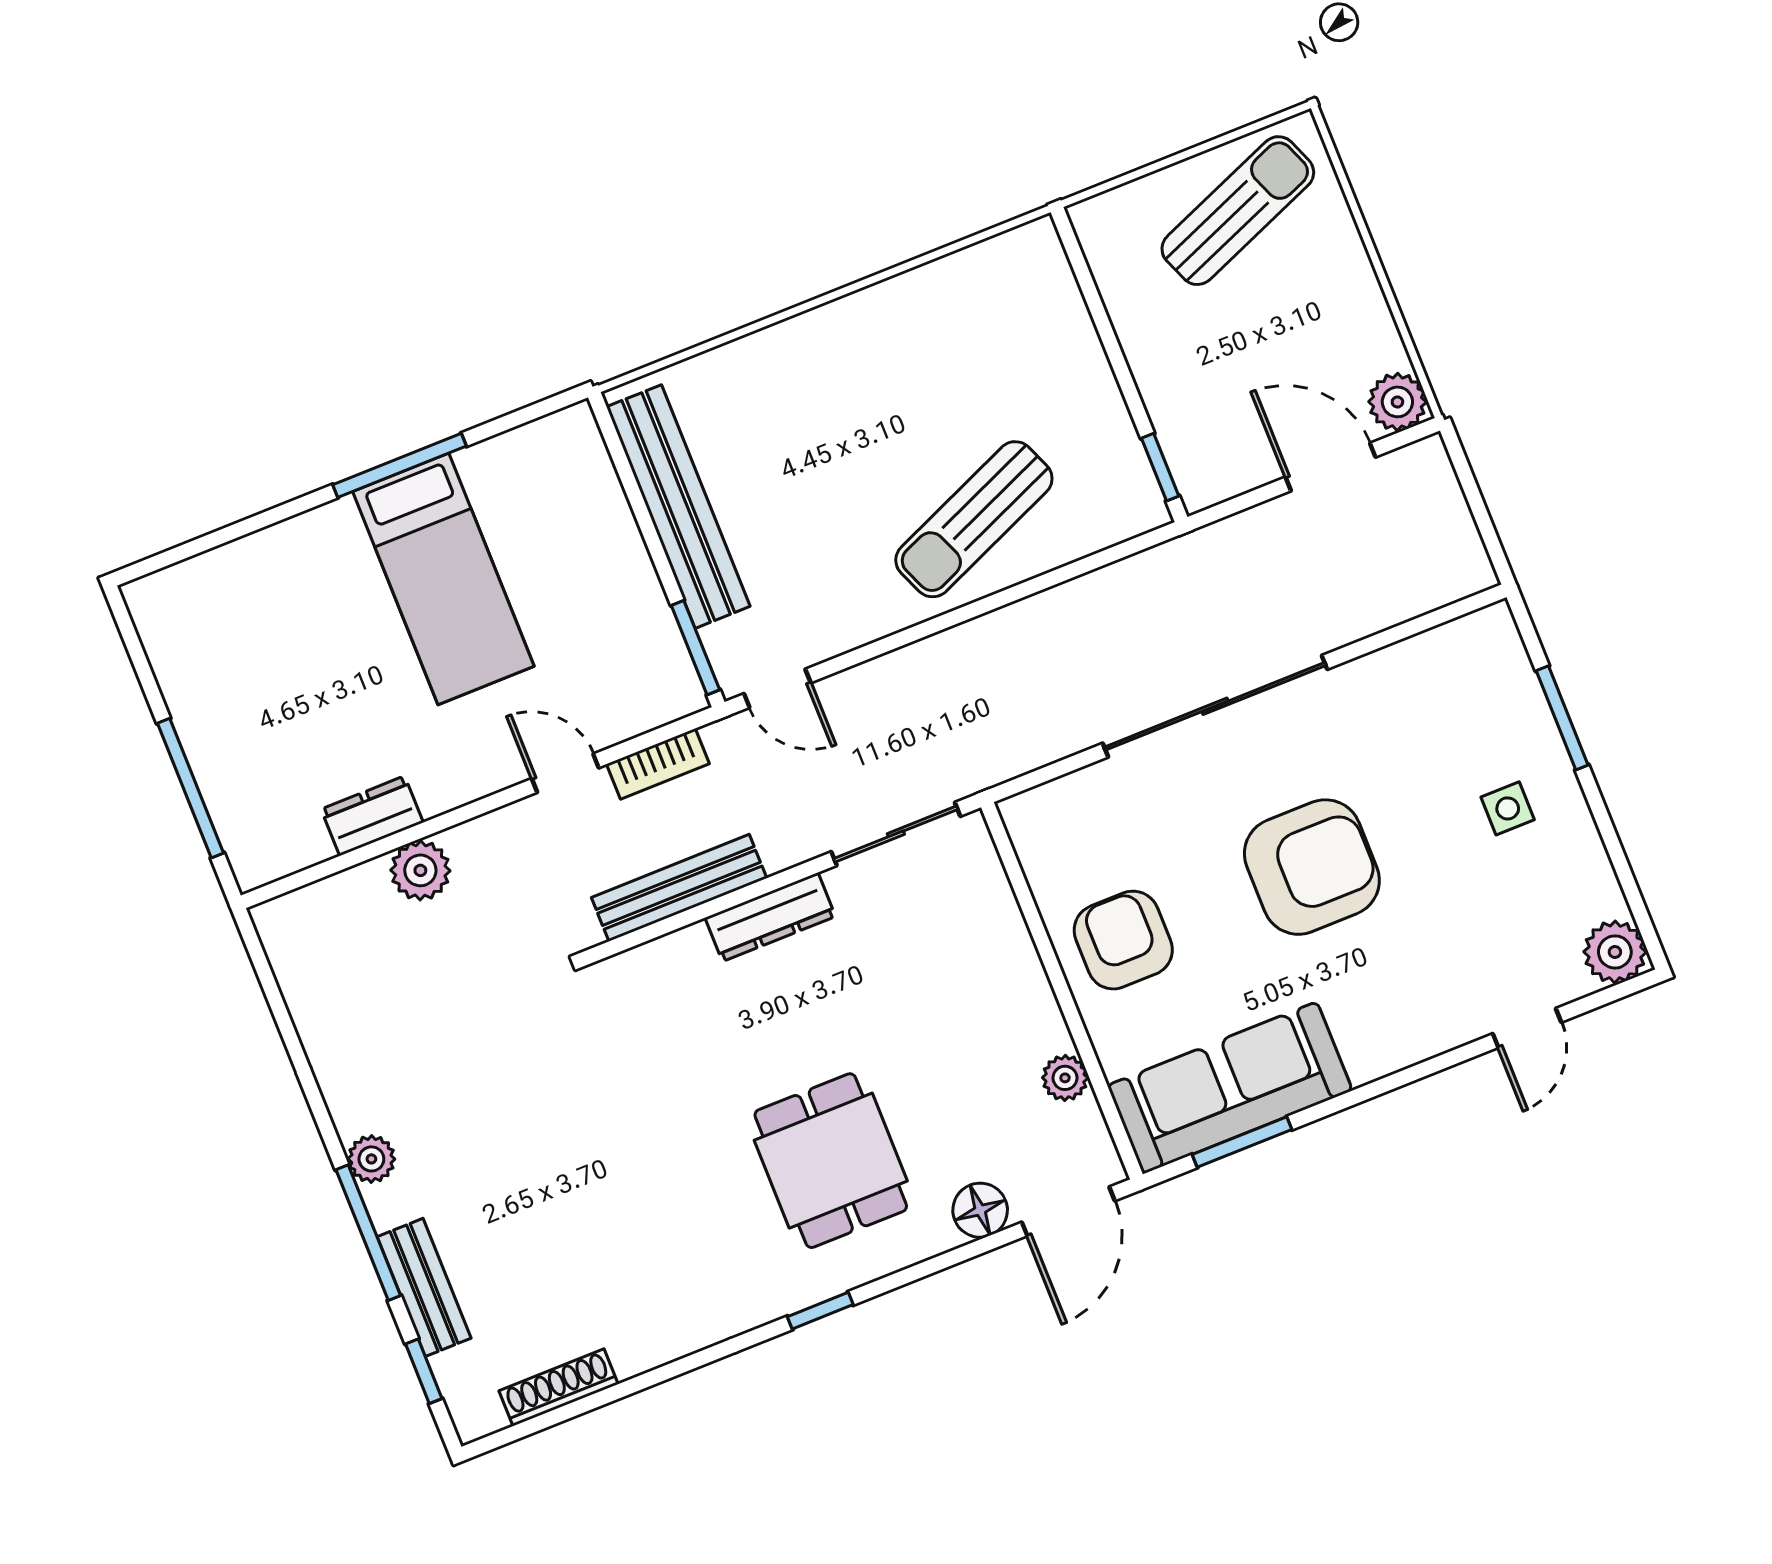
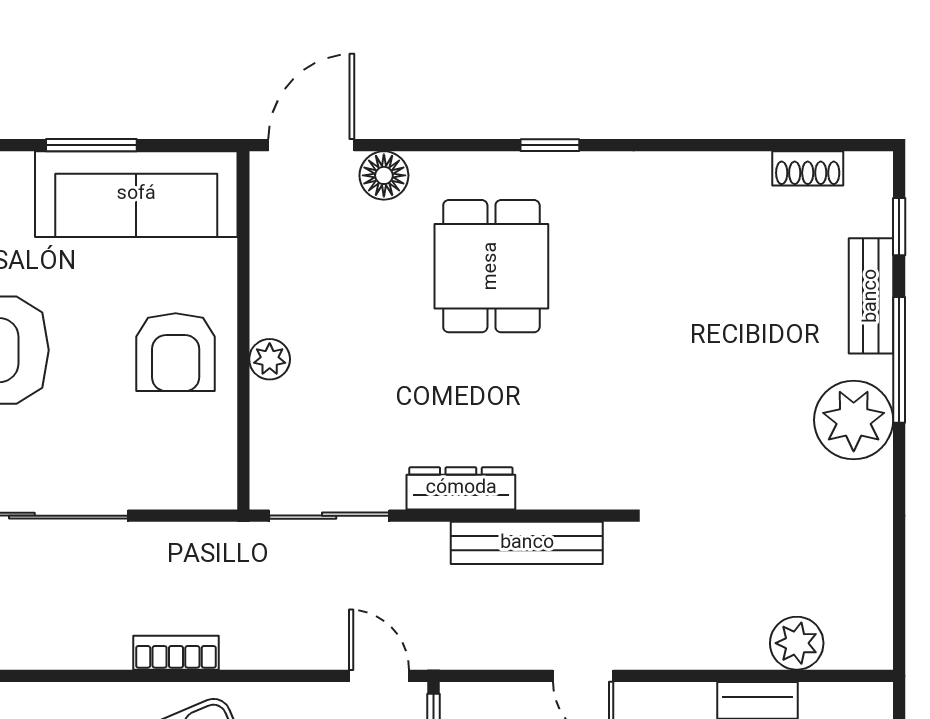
bookcase: (658, 764) -> (176, 653), moved
plant: (420, 870) -> (797, 643), moved
plant: (1065, 1078) -> (270, 359), moved
window: (1242, 1142) -> (91, 145), moved
plant: (371, 1159) -> (854, 420), width x1.88, depth x1.88
shoe rack: (559, 1387) -> (808, 168), width x0.70

